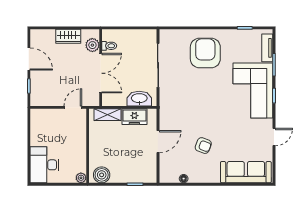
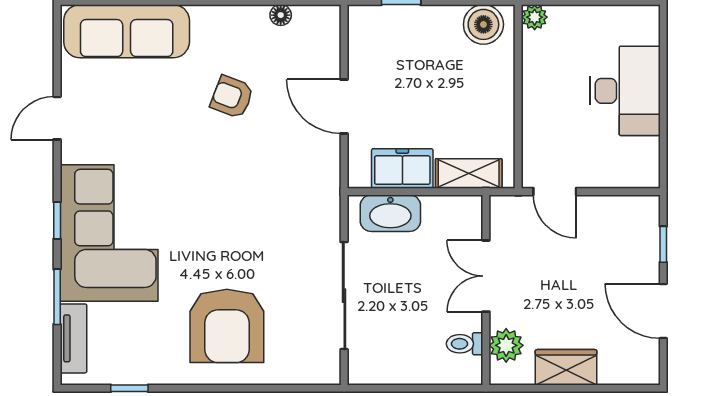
double door: (101, 73) -> (486, 276), width x0.73
door: (73, 107) -> (555, 192), hinge flipped
door: (158, 142) -> (344, 107), hinge flipped
desk: (44, 165) -> (625, 91), moved

